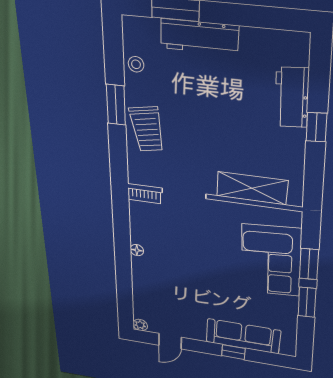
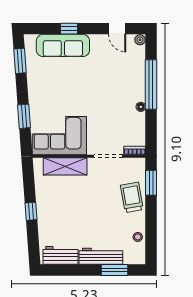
workbench: (292, 98) -> (60, 255), moved, turned -86
window: (116, 105) -> (151, 183), moved
corner sofa: (271, 261) -> (59, 136), moved, turned -86
window: (124, 274) -> (151, 84), added
window: (307, 302) -> (20, 61), moved
door: (170, 341) -> (117, 29), swing flipped

